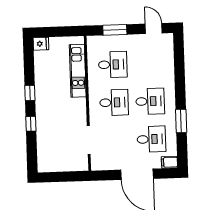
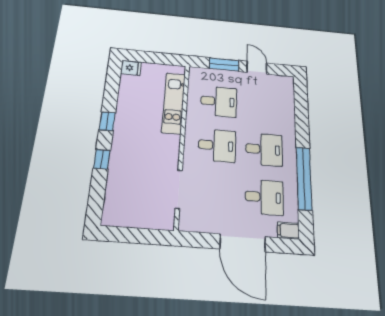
door: (154, 29) -> (257, 68), moved
window: (181, 121) -> (304, 178), width x2.11

